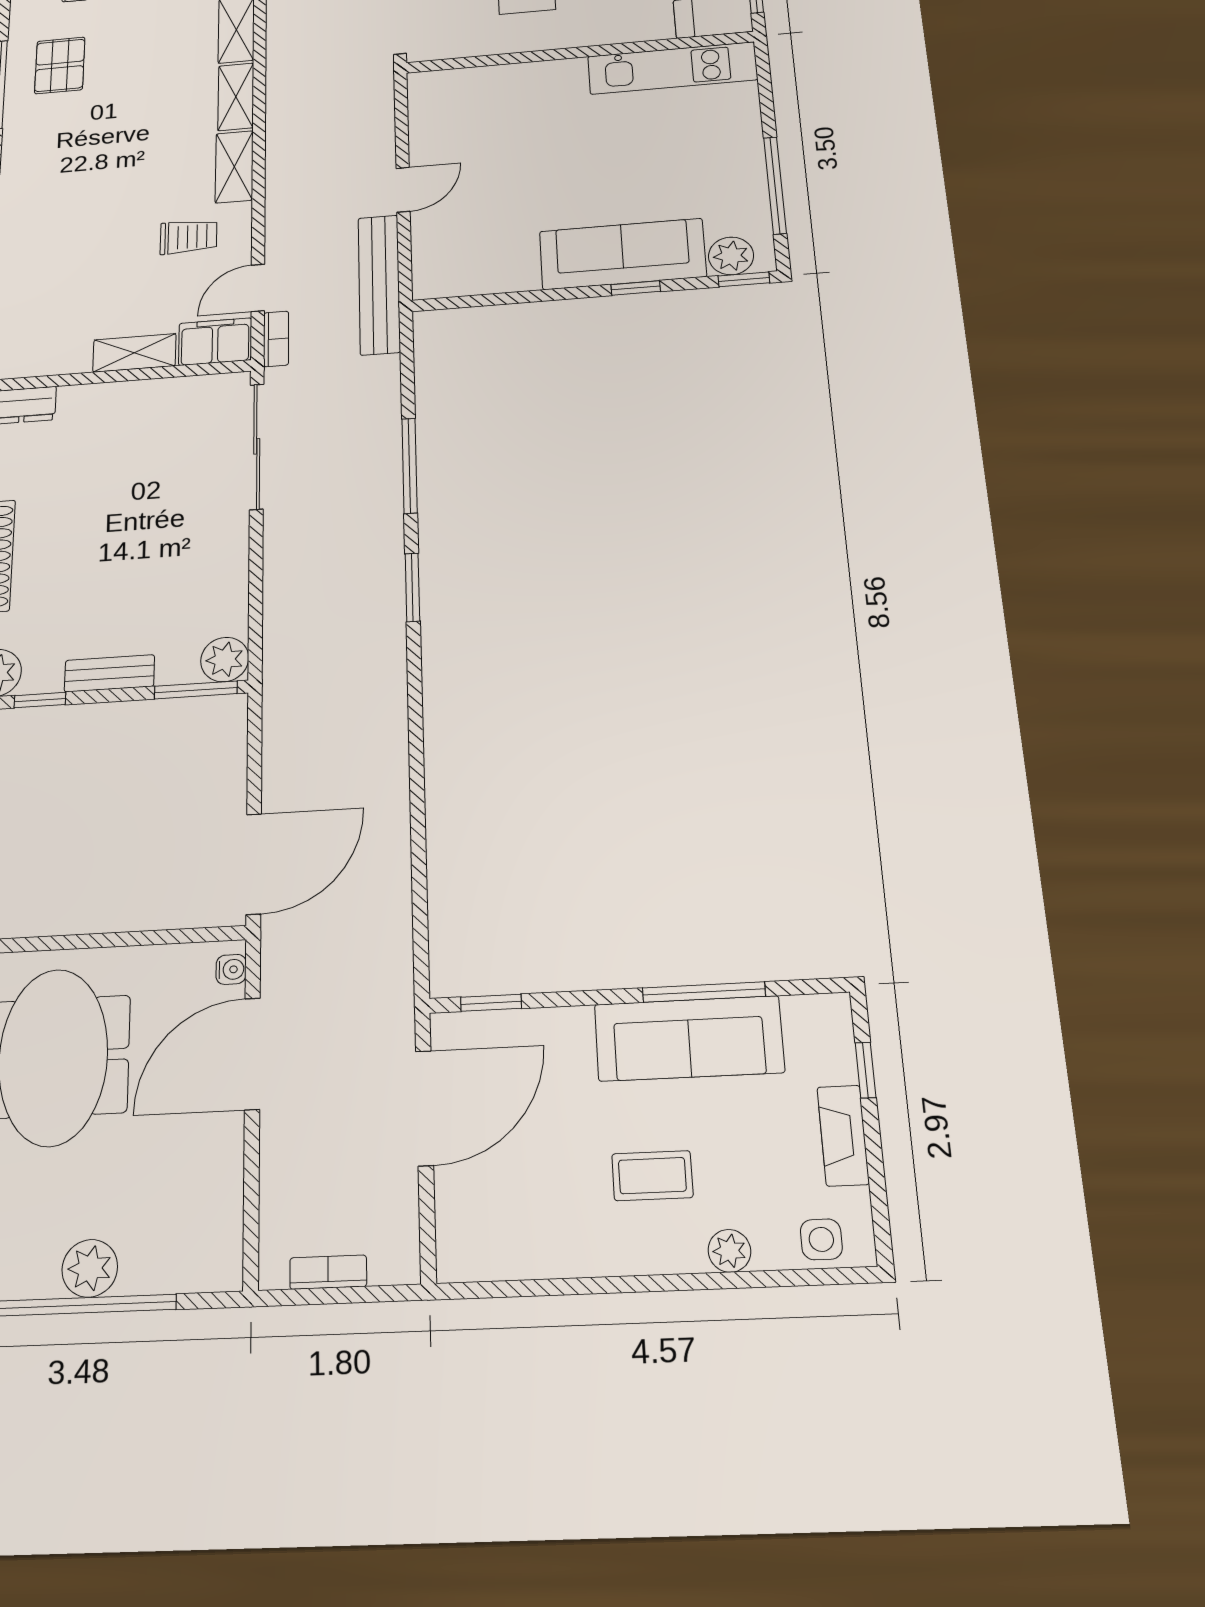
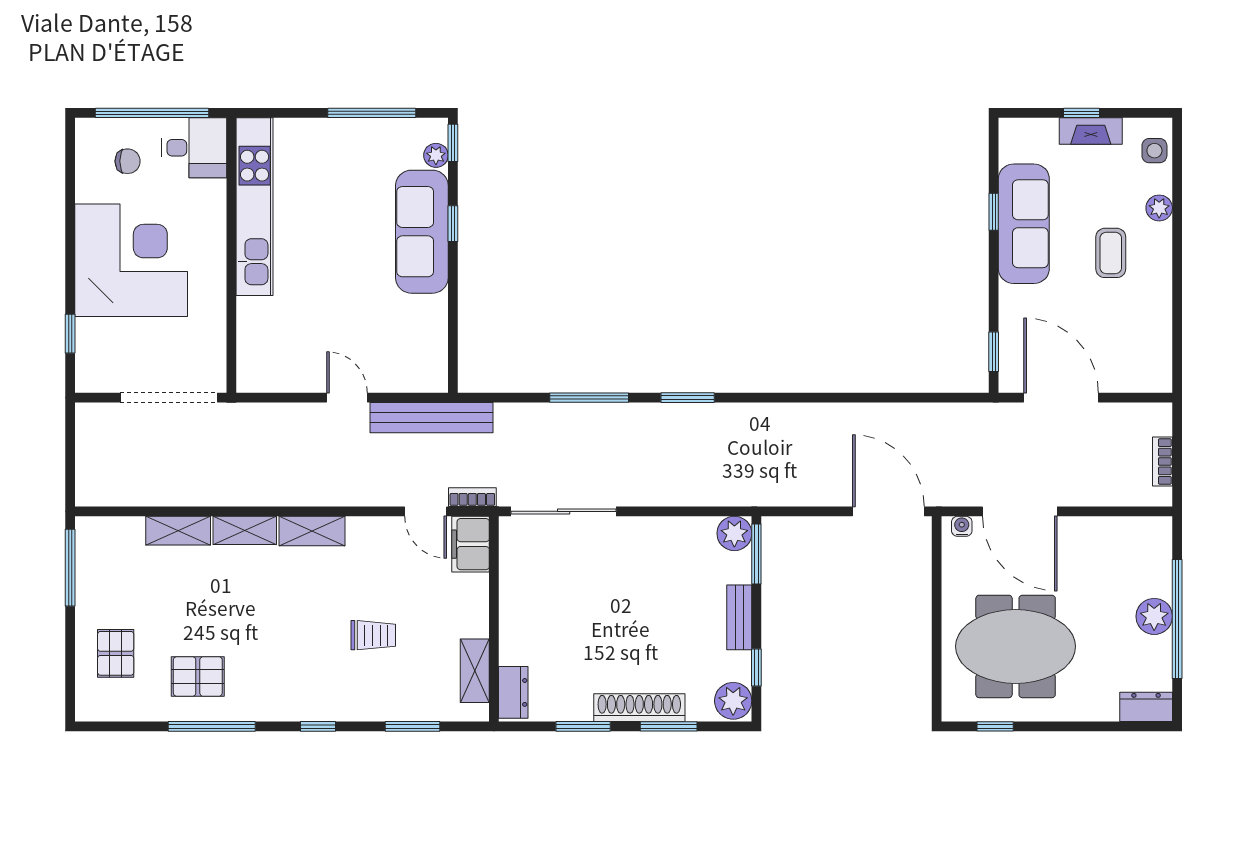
kitchen unit: (672, 68) -> (255, 207), width x1.36
trolley: (188, 237) -> (373, 635), moved, turned 90
plant: (731, 256) -> (436, 155), width x0.73, depth x0.73
shelving: (134, 353) -> (475, 671), moved
window: (704, 992) -> (994, 212), width x0.46
window: (866, 1070) -> (1082, 113), moved

